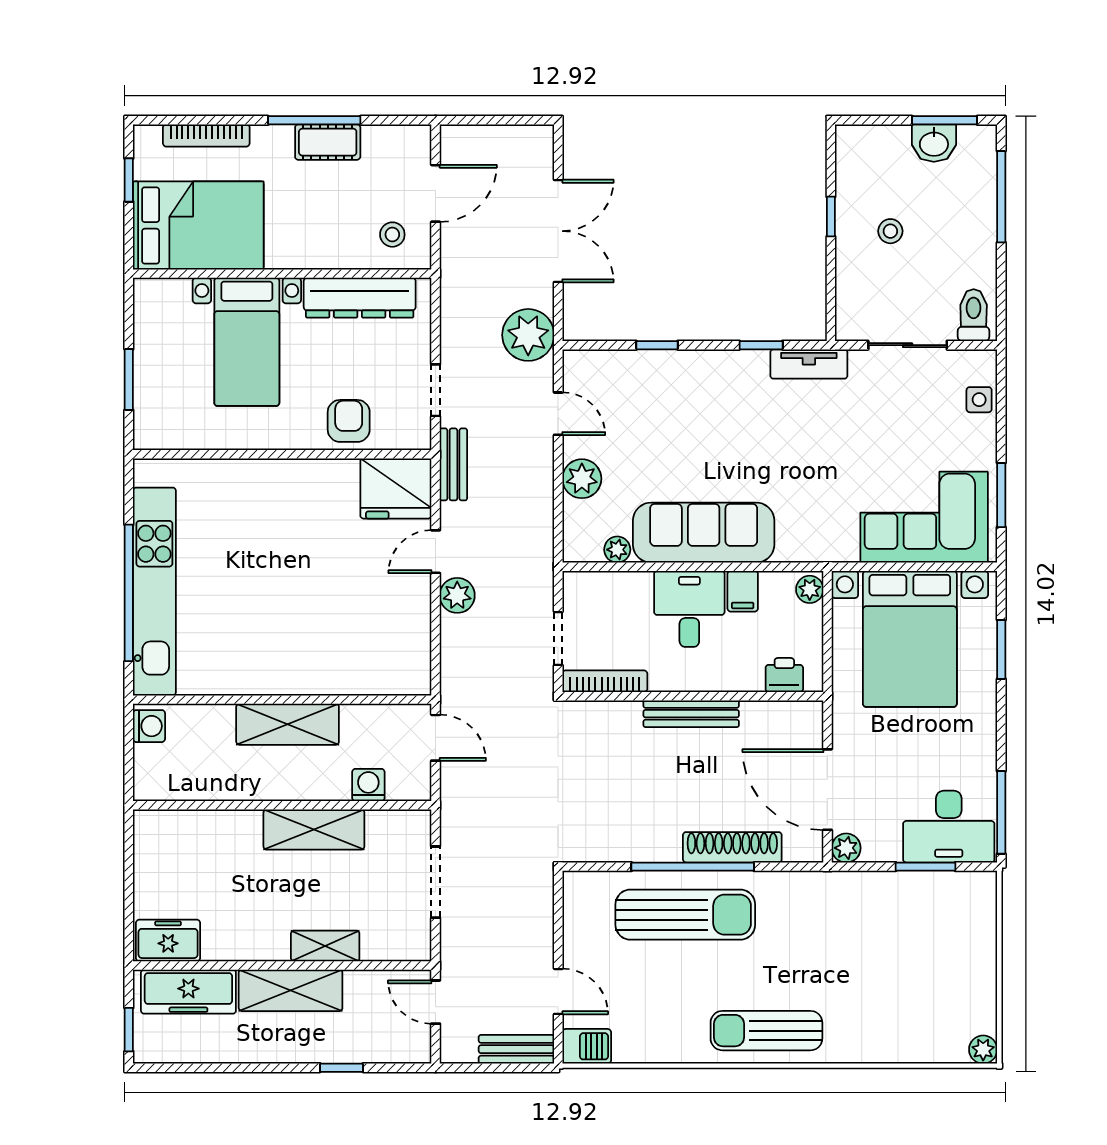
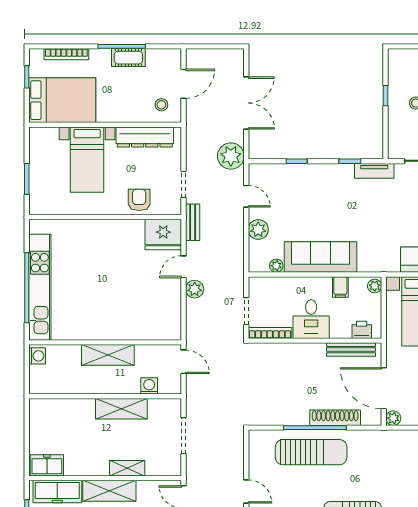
desk: (689, 609) -> (311, 319), moved, turned 180
bench: (691, 714) -> (351, 350), moved

